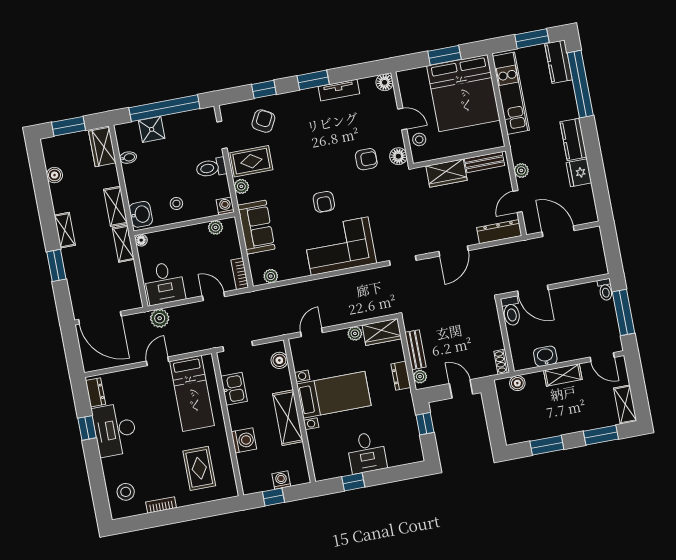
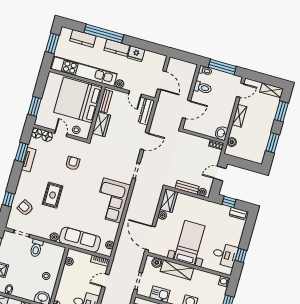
window: (444, 55) -> (35, 106), moved
kitchen counter: (558, 62) -> (83, 38), moved
window: (313, 80) -> (22, 152), moved
window: (580, 84) -> (104, 34), moved
bed: (463, 93) -> (78, 100), moved, turned 180
kitchen unit: (511, 93) -> (84, 71), width x1.36
door: (402, 119) -> (61, 134), hinge flipped
floor lamp: (398, 156) -> (47, 136), moved
rug: (251, 161) -> (53, 195), moved
armchair: (324, 202) -> (84, 197), removed
washing machine: (225, 206) -> (60, 251), removed
sofa: (256, 227) -> (80, 240), width x1.36
door: (558, 231) -> (162, 80), swing flipped
door: (453, 251) -> (145, 141), hinge flipped
toilet: (511, 311) -> (203, 88), moved
door: (312, 332) -> (150, 238), width x1.87
washbasin: (545, 356) -> (221, 133), moved
dresser: (401, 376) -> (238, 213), moved
shelving: (288, 418) -> (177, 270), moved
desk: (367, 453) -> (225, 255), moved
washing machine: (281, 480) -> (224, 281), moved

